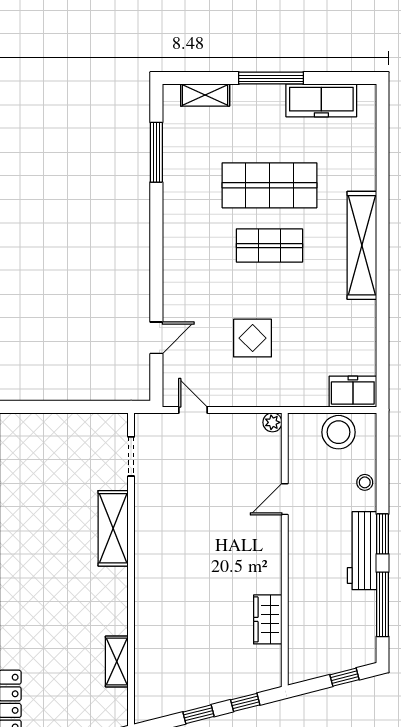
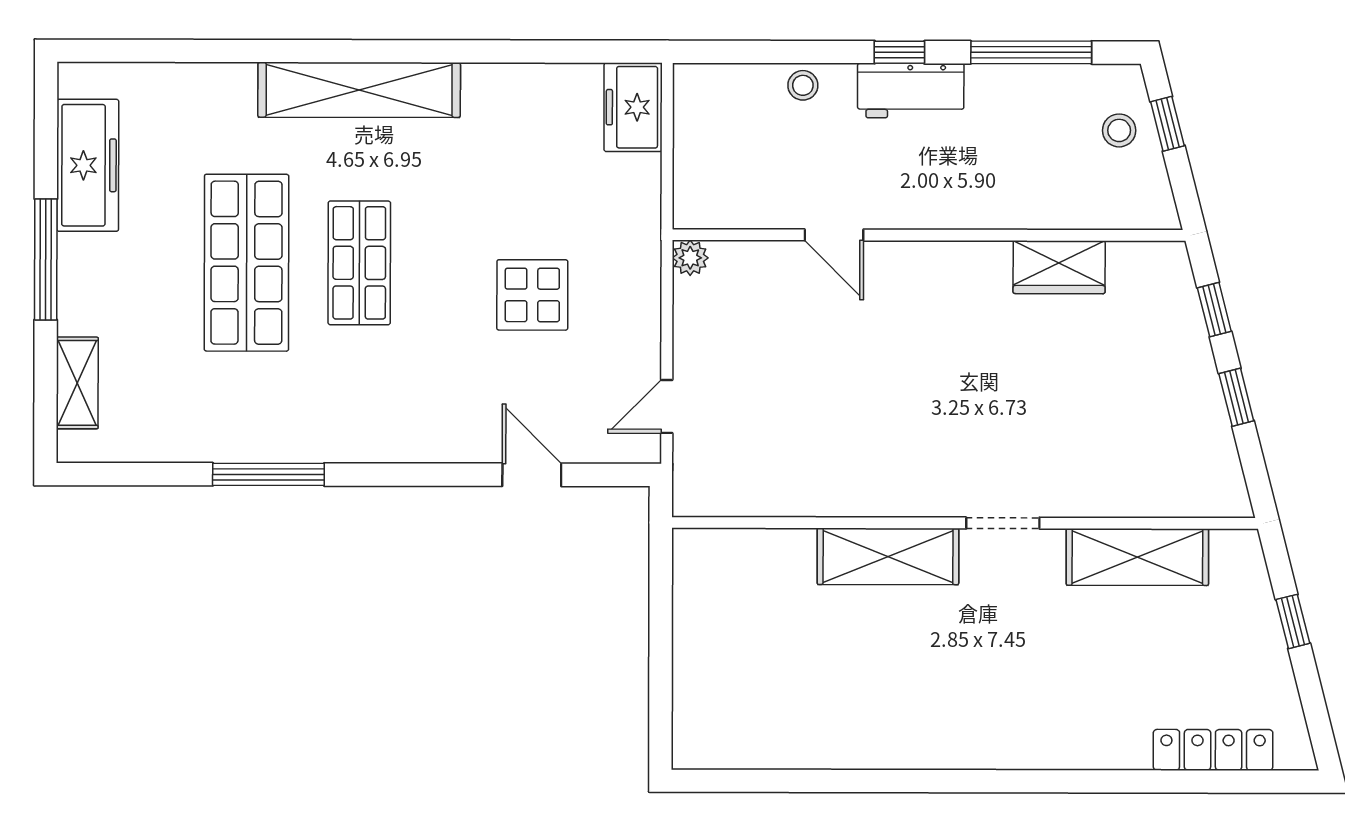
window: (156, 152) -> (268, 474), moved
stool: (339, 432) -> (1119, 130), moved, width x0.53, depth x0.53
doorway: (131, 456) -> (1003, 523), moved
window: (383, 534) -> (899, 52), width x0.67
workbench: (362, 551) -> (911, 91), width x0.73
shelving: (117, 662) -> (1137, 557), width x1.50, depth x1.33

